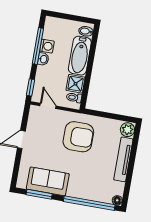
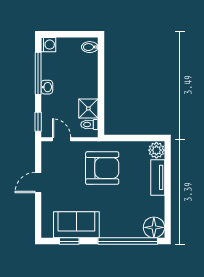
washing machine: (47, 46) -> (48, 45), moved
bathtub: (80, 56) -> (88, 76), removed
tv unit: (123, 159) -> (158, 177), width x0.71
window: (39, 194) -> (69, 241), width x0.67
floor lamp: (117, 200) -> (154, 227), width x1.89, depth x1.89

